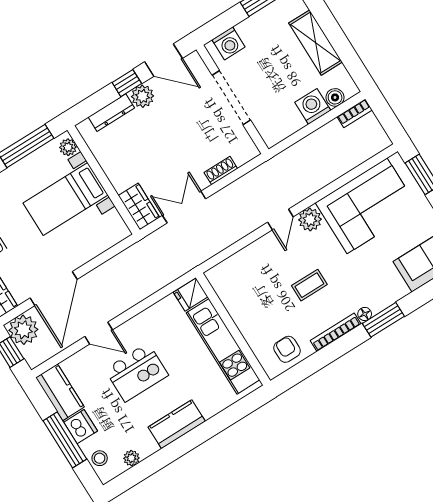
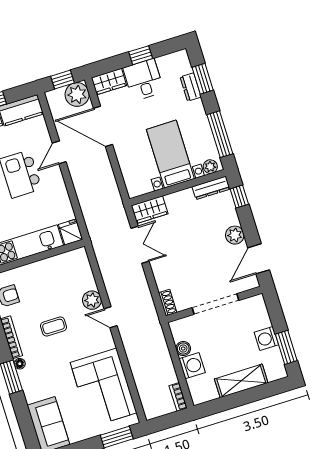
washing machine: (229, 43) -> (266, 339), moved
window: (127, 83) -> (239, 197), moved
boiler: (335, 97) -> (183, 348), moved
dresser: (111, 113) -> (211, 188), moved, turned -90
shoe rack: (221, 171) -> (168, 303), moved
plant: (310, 220) -> (92, 300), moved
coffee table: (309, 285) -> (54, 326), turned 90

